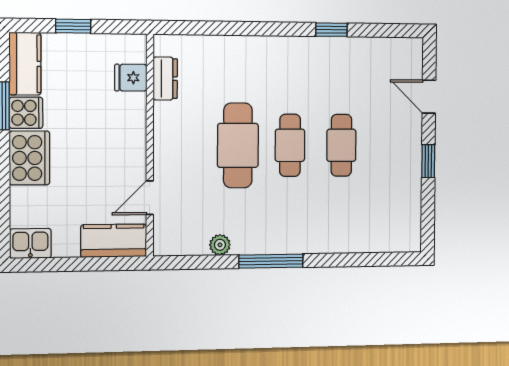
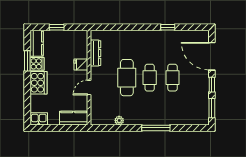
fridge: (131, 78) -> (81, 65), moved
dresser: (165, 79) -> (95, 53), width x1.44
door: (429, 97) -> (212, 56), width x1.87
door: (150, 198) -> (89, 88), moved
window: (428, 214) -> (212, 108), added
window: (271, 261) -> (156, 128), moved

